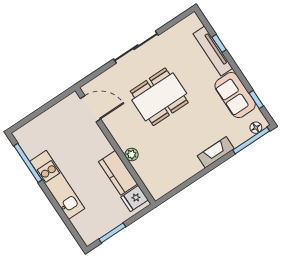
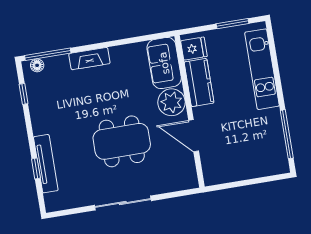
sofa: (235, 95) -> (164, 63), moved, turned 180
door: (91, 109) -> (194, 136), moved
plant: (132, 155) -> (172, 102), width x1.87, depth x1.87
kitchen unit: (57, 185) -> (262, 69), moved

